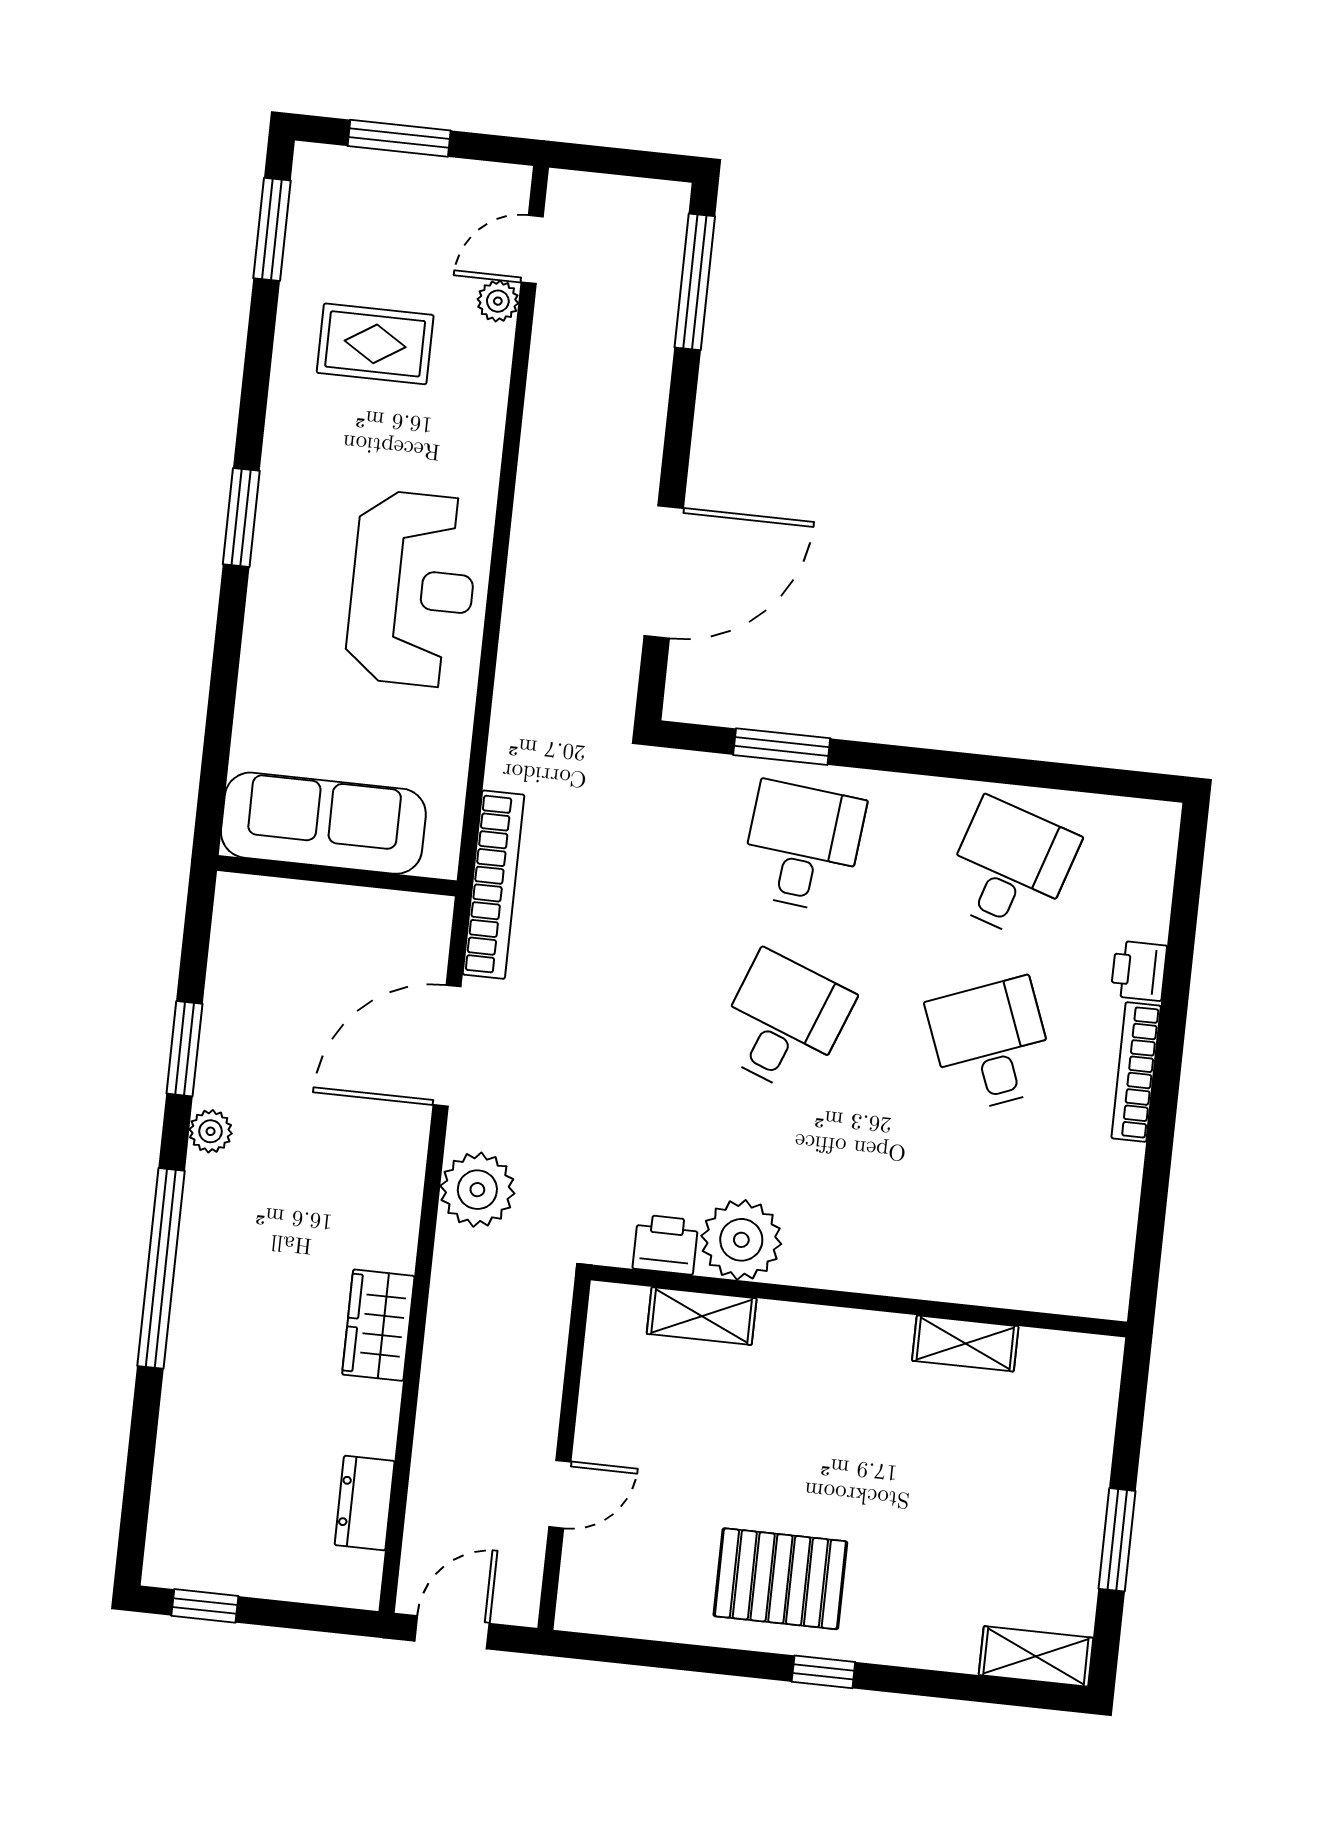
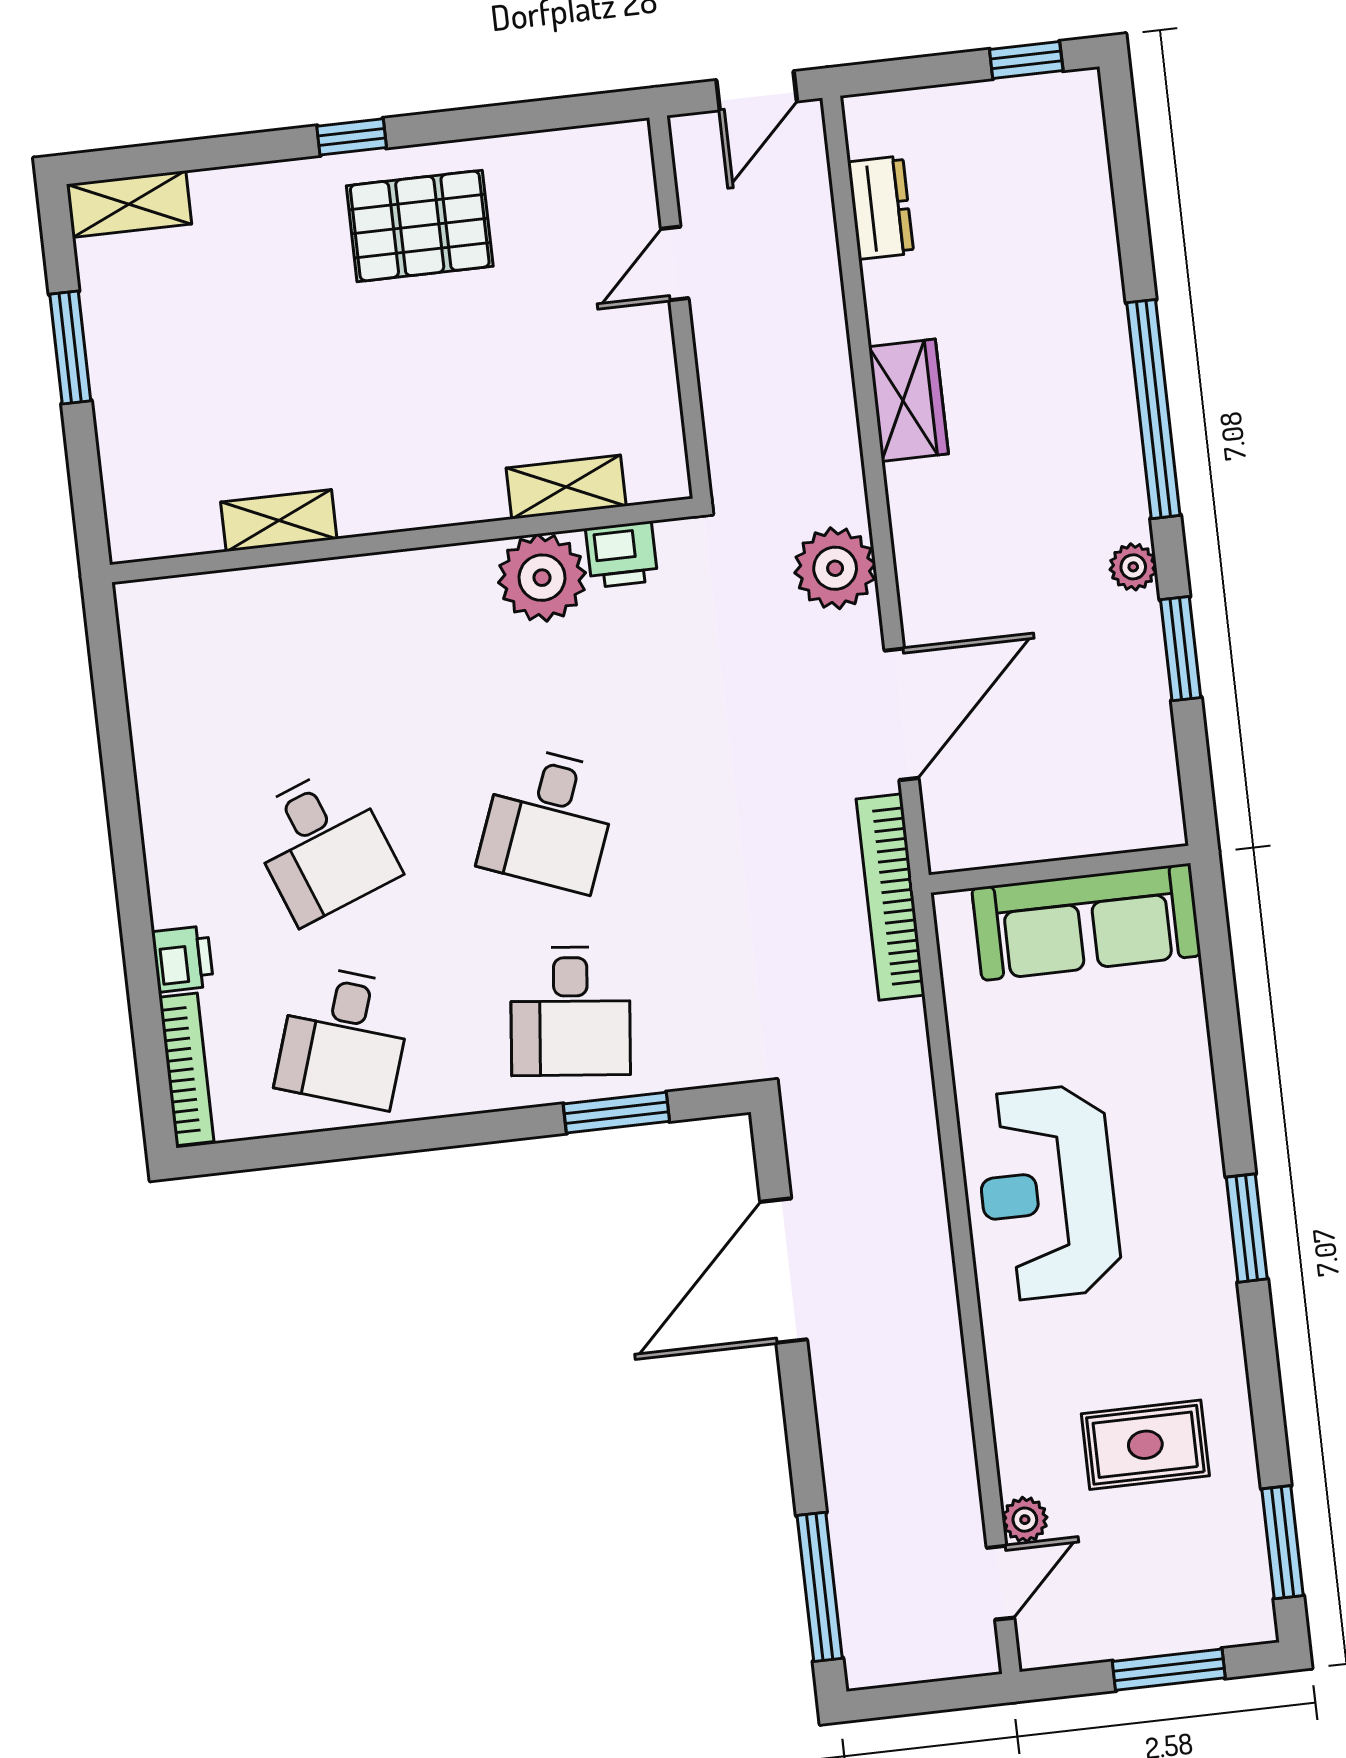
bookcase: (1136, 1072) -> (186, 1069), moved

